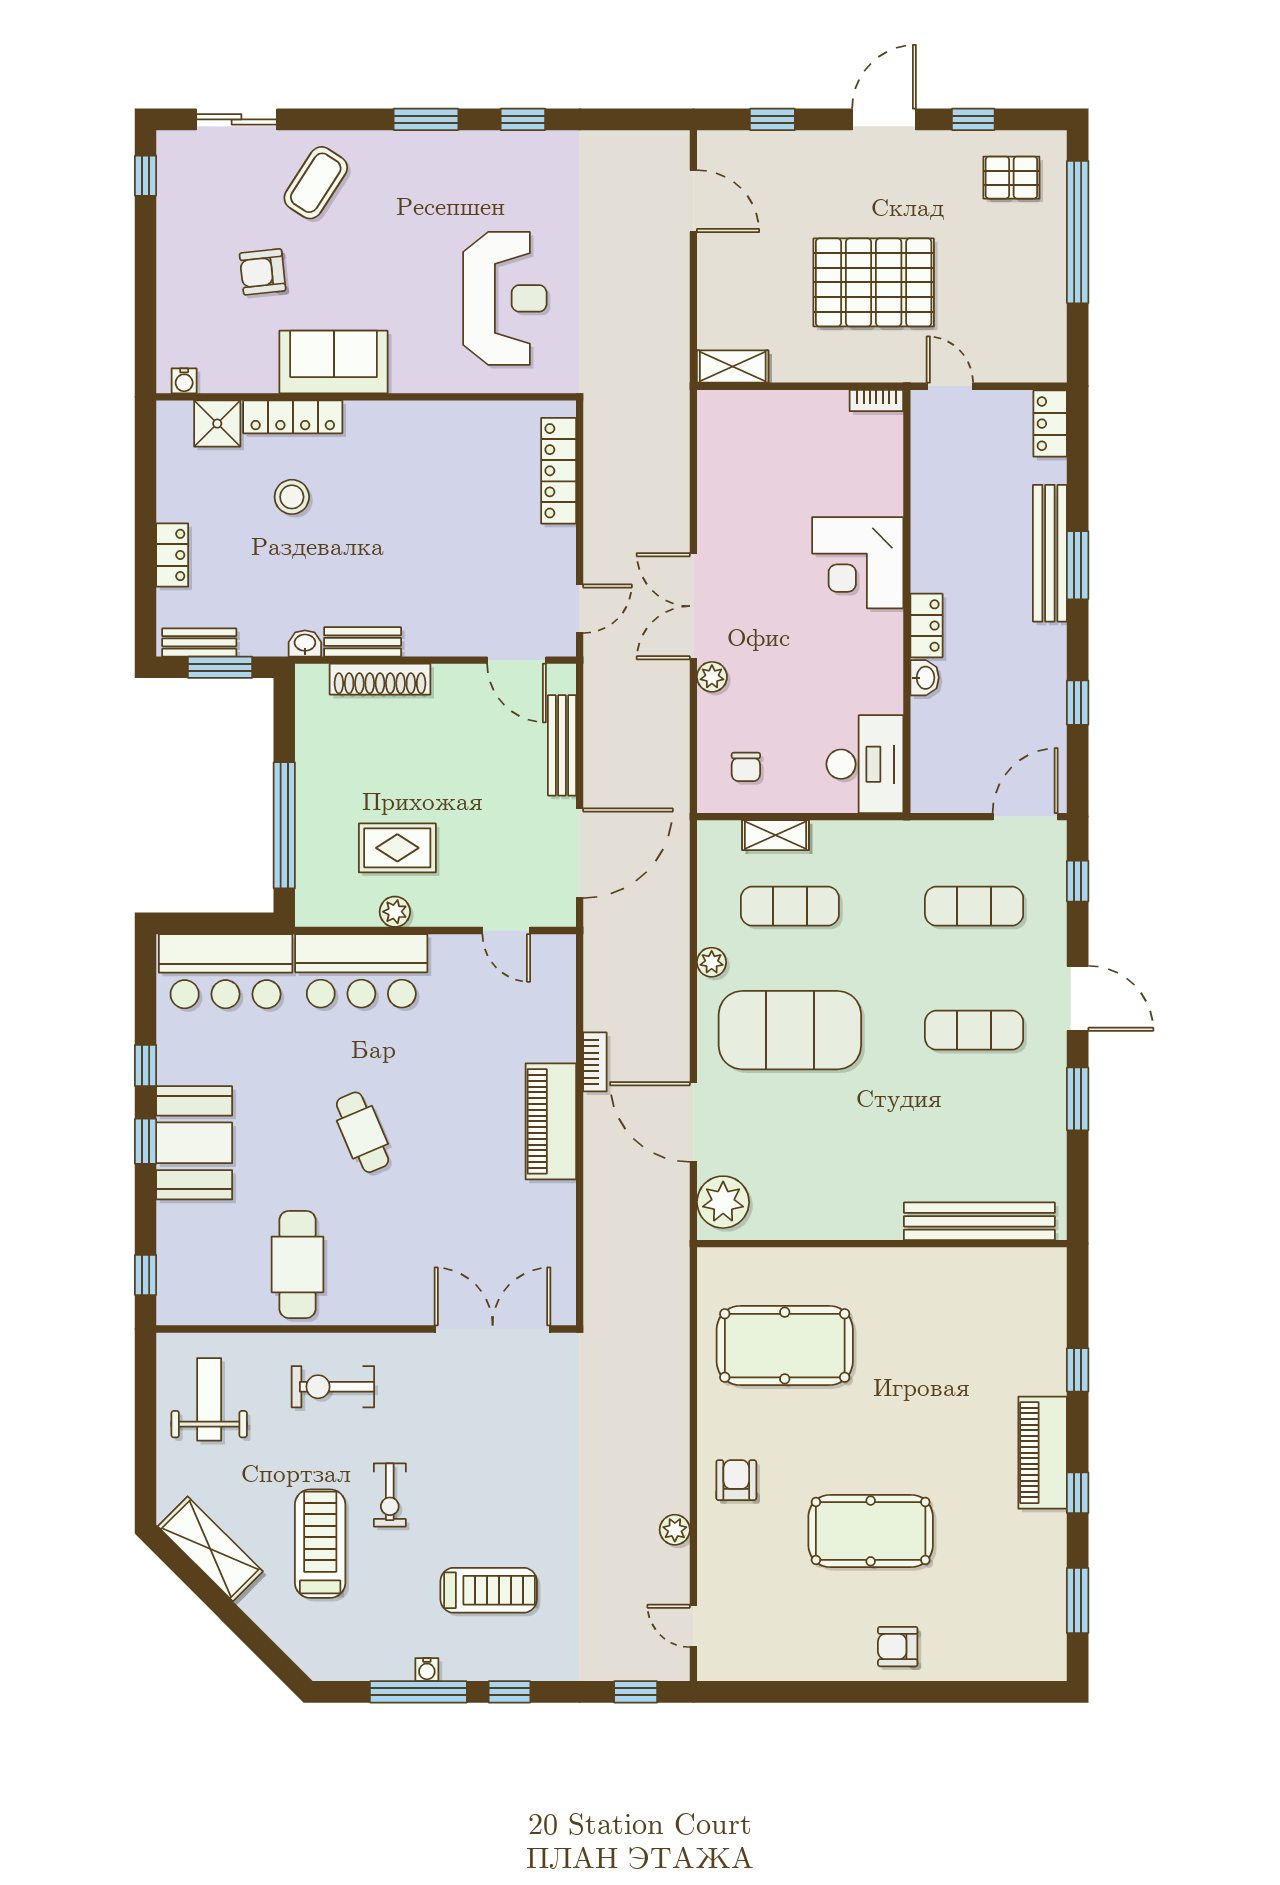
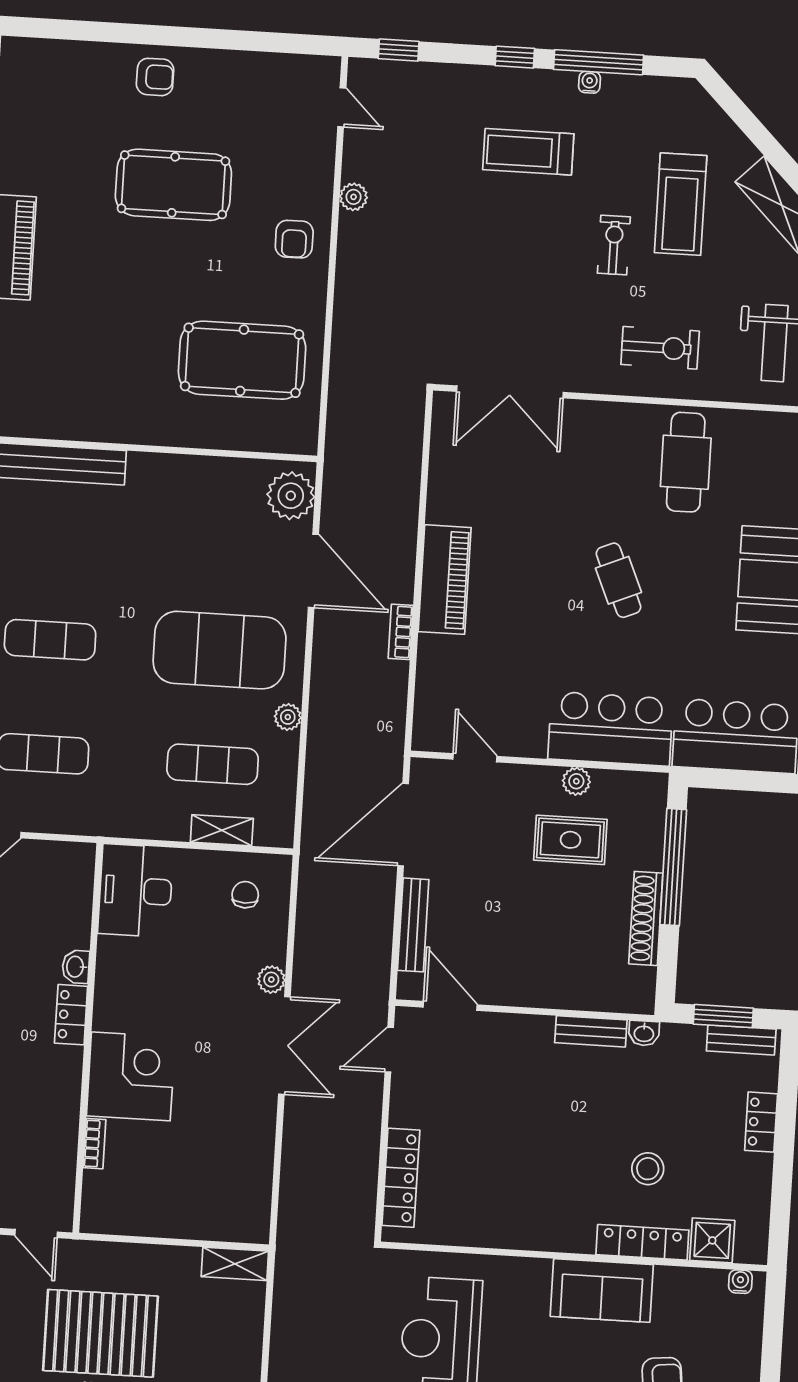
bookcase: (876, 400) -> (94, 1144), moved, turned 90
shoe rack: (380, 679) -> (646, 918), moved, turned -90

